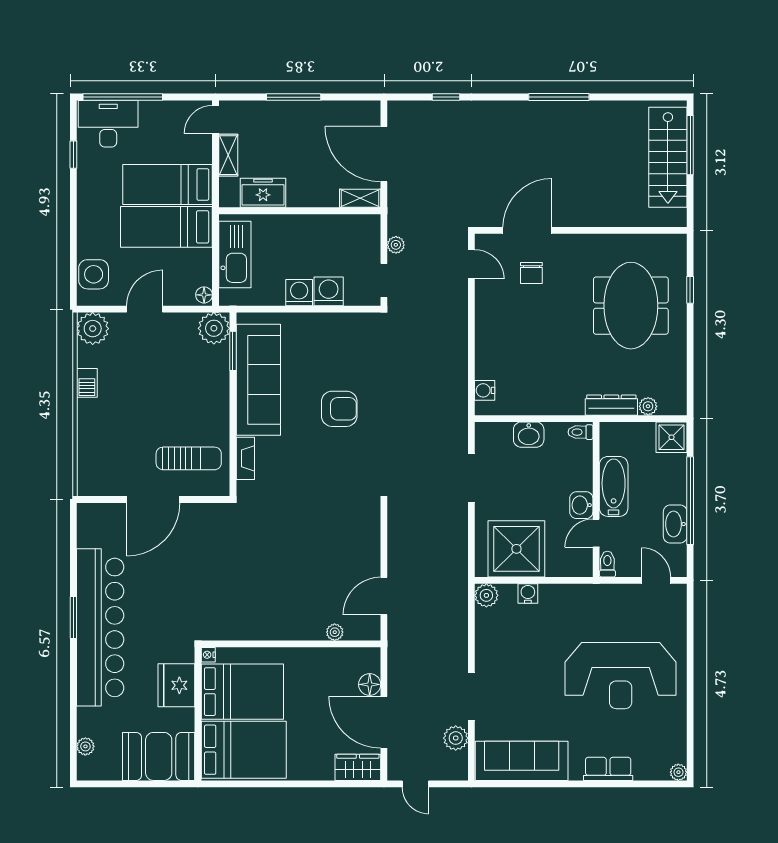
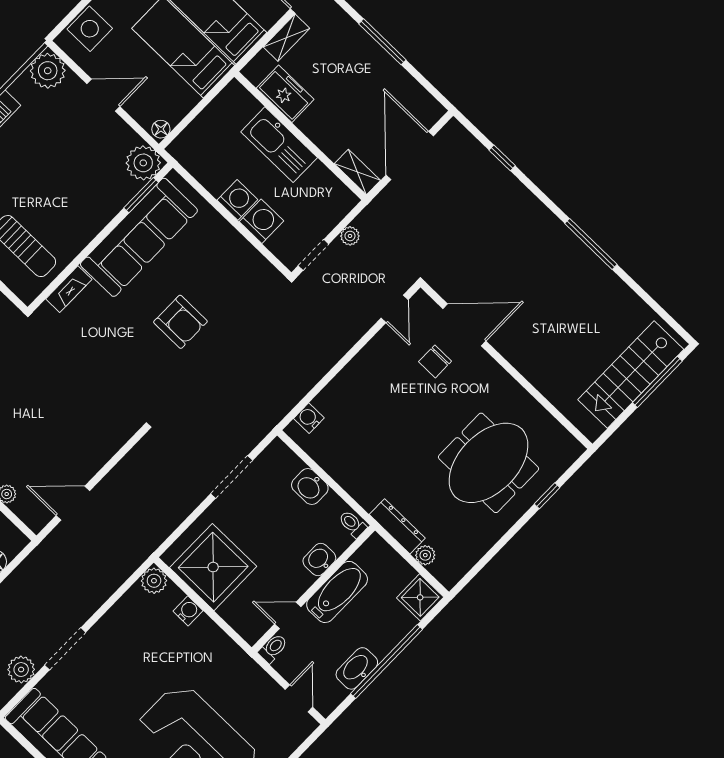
kitchen sink: (235, 254) -> (279, 145), moved, turned 90
washbasin: (581, 505) -> (319, 559), moved

